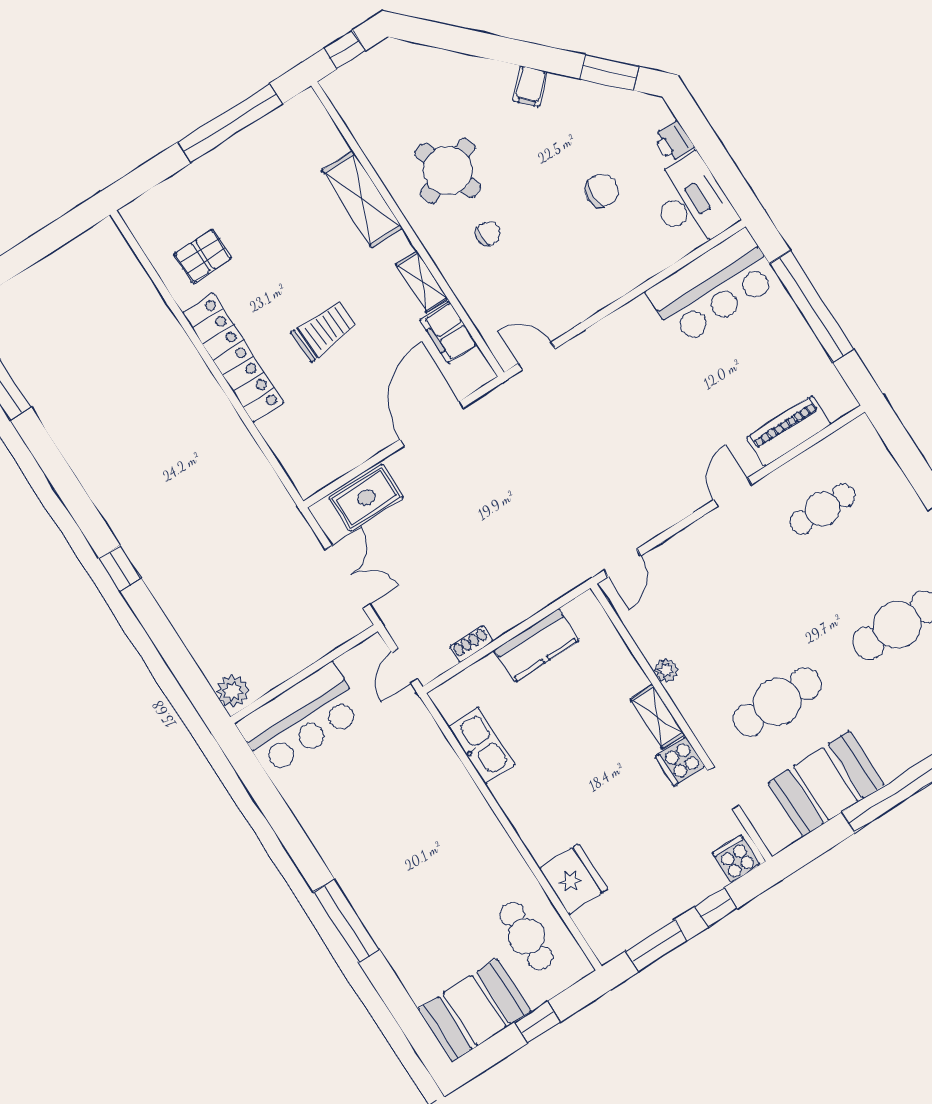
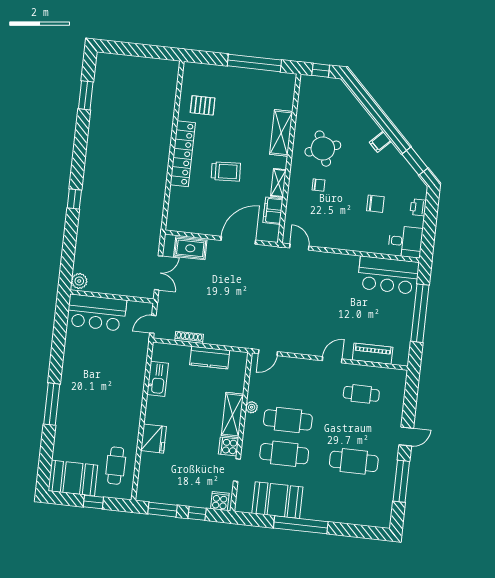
desk: (691, 202) -> (405, 242), width x0.73
shoe rack: (471, 644) -> (189, 337), width x1.43
cafe table: (740, 644) -> (288, 420), added
shelving: (658, 717) -> (232, 415), width x1.50, depth x1.33
fridge: (573, 879) -> (154, 439), moved

